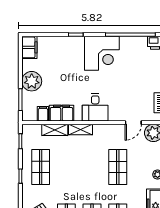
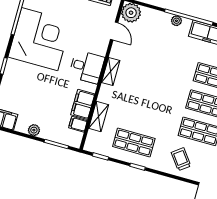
corner desk: (102, 53) -> (40, 39), width x1.36, depth x1.36
plant: (32, 81) -> (34, 130), width x0.53, depth x0.53
shelving: (81, 129) -> (111, 71), moved
shop shelf: (118, 167) -> (157, 61), removed

